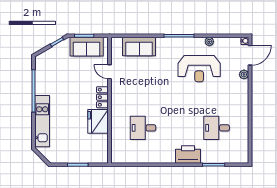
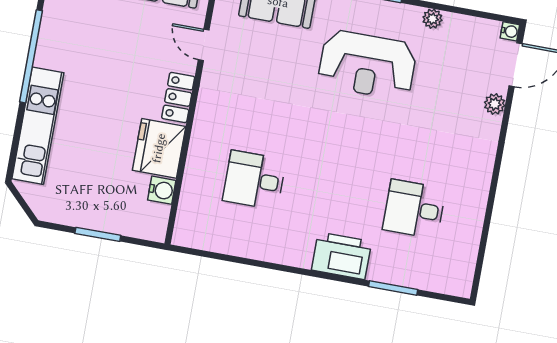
reception desk: (199, 69) -> (367, 65), moved
water cooler: (103, 140) -> (162, 190), added

